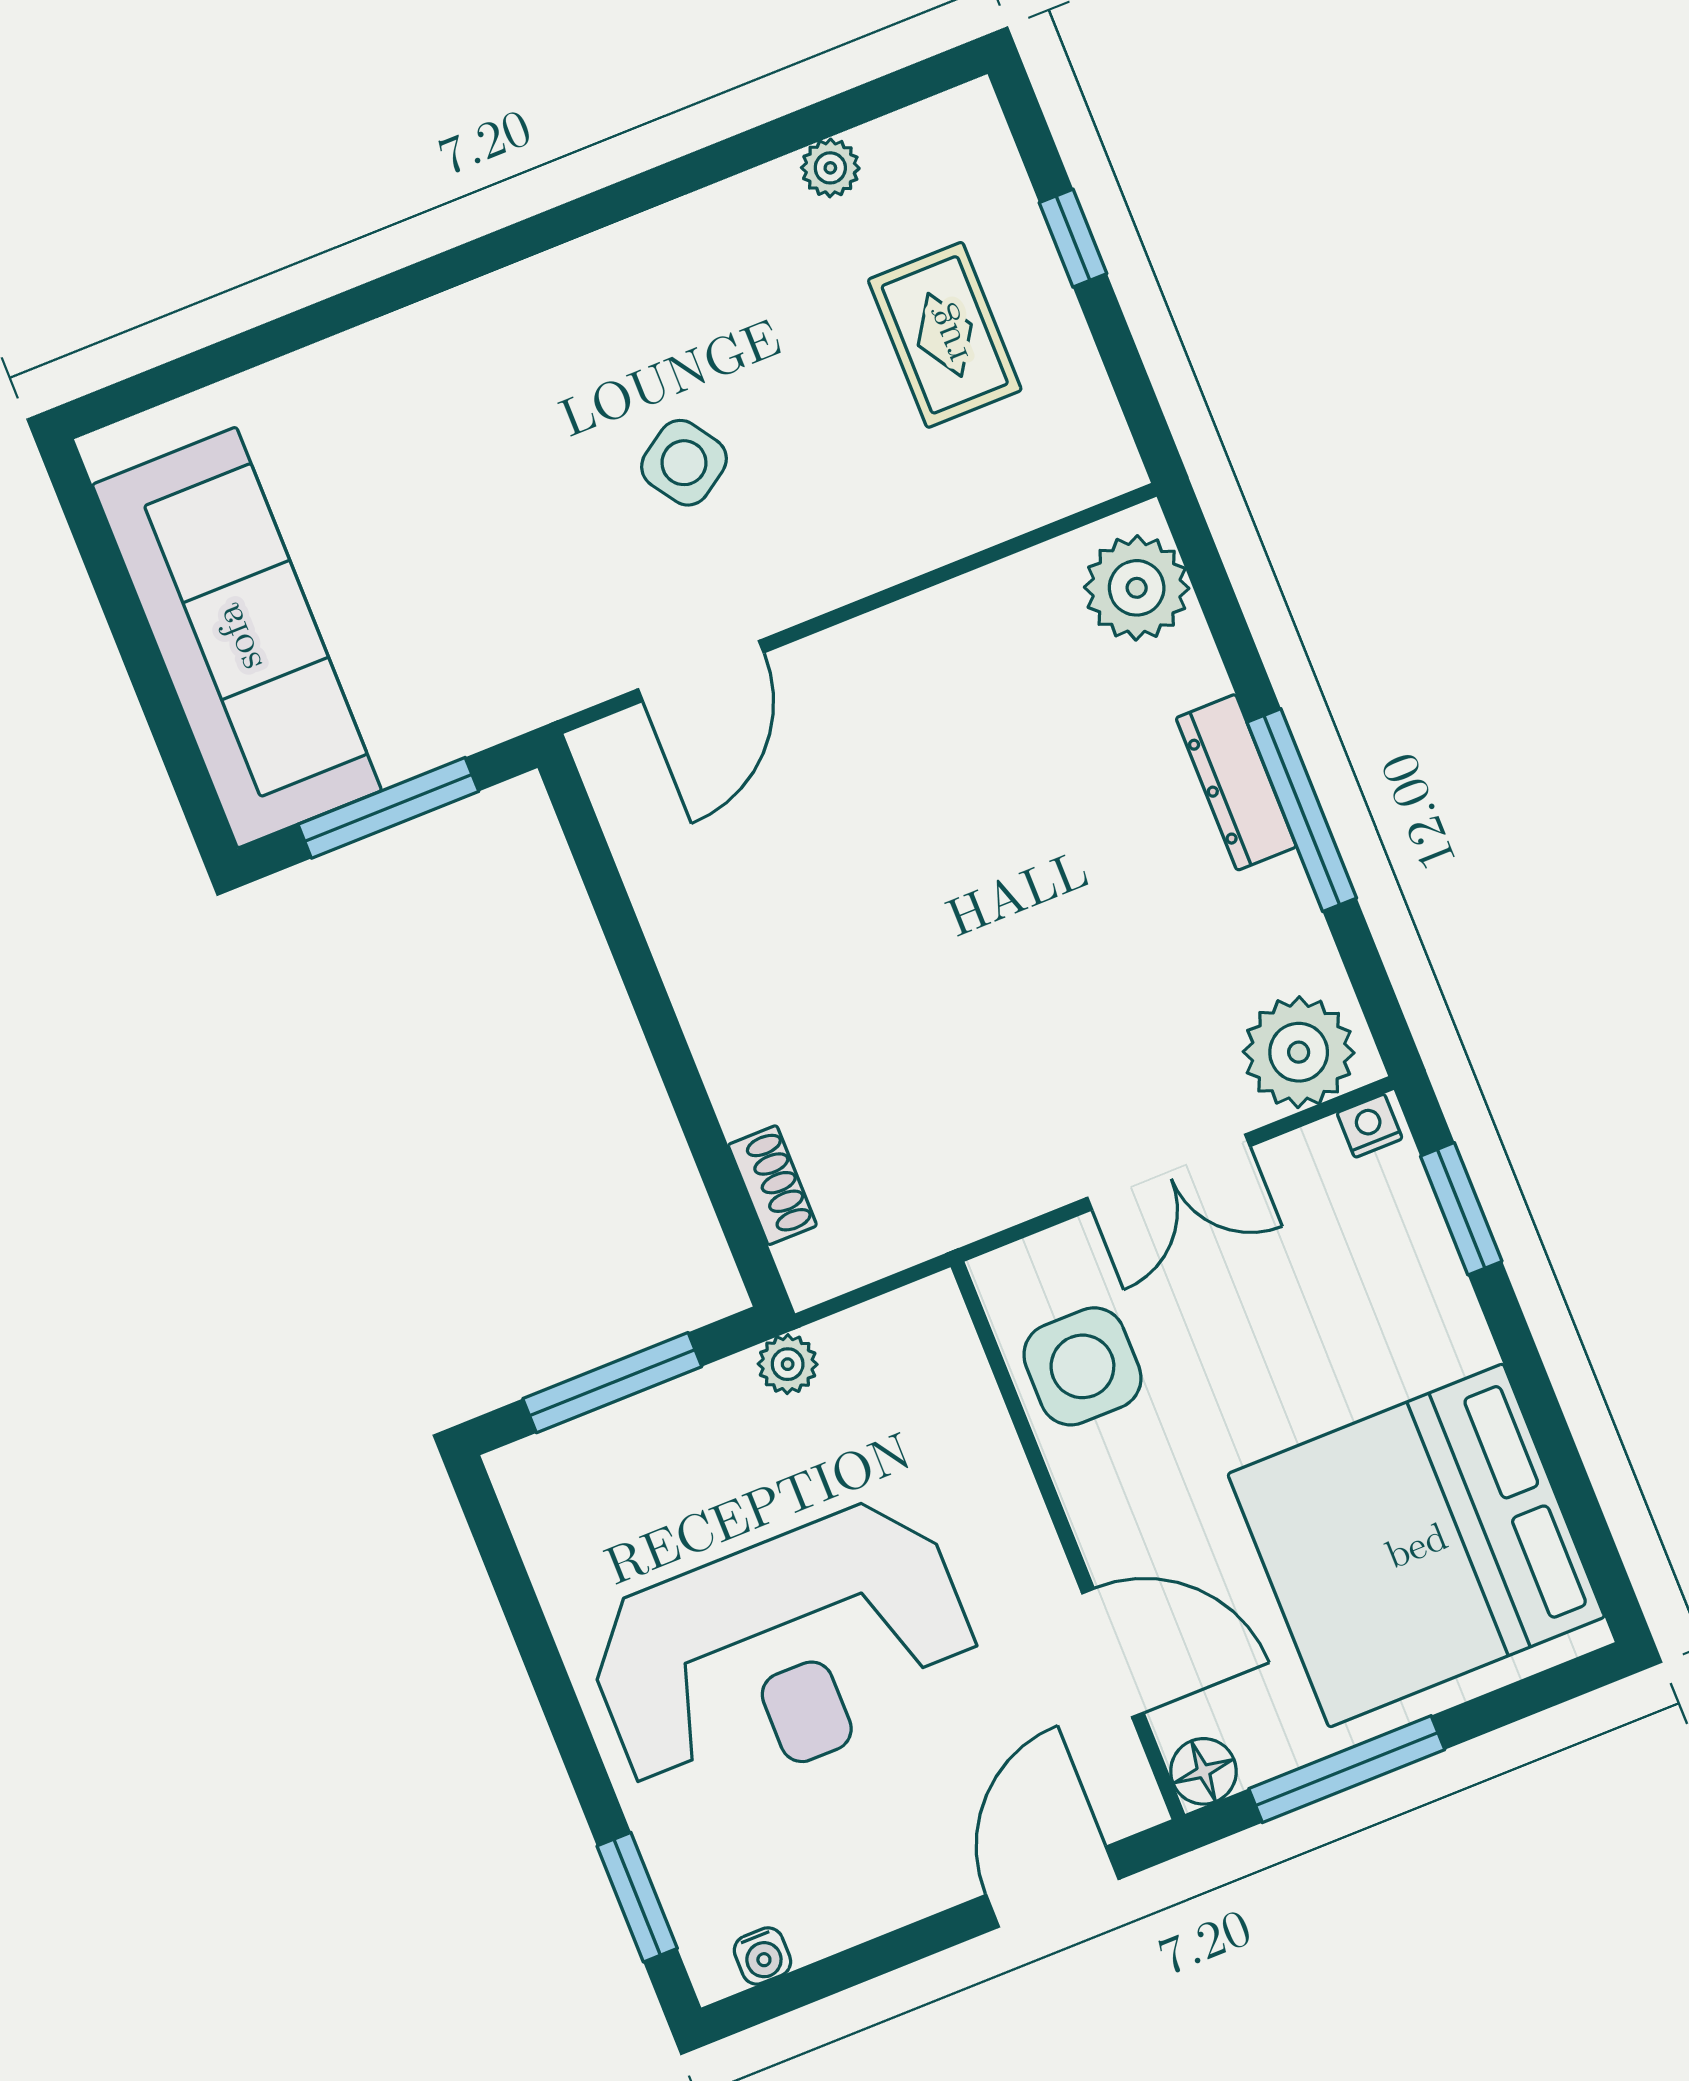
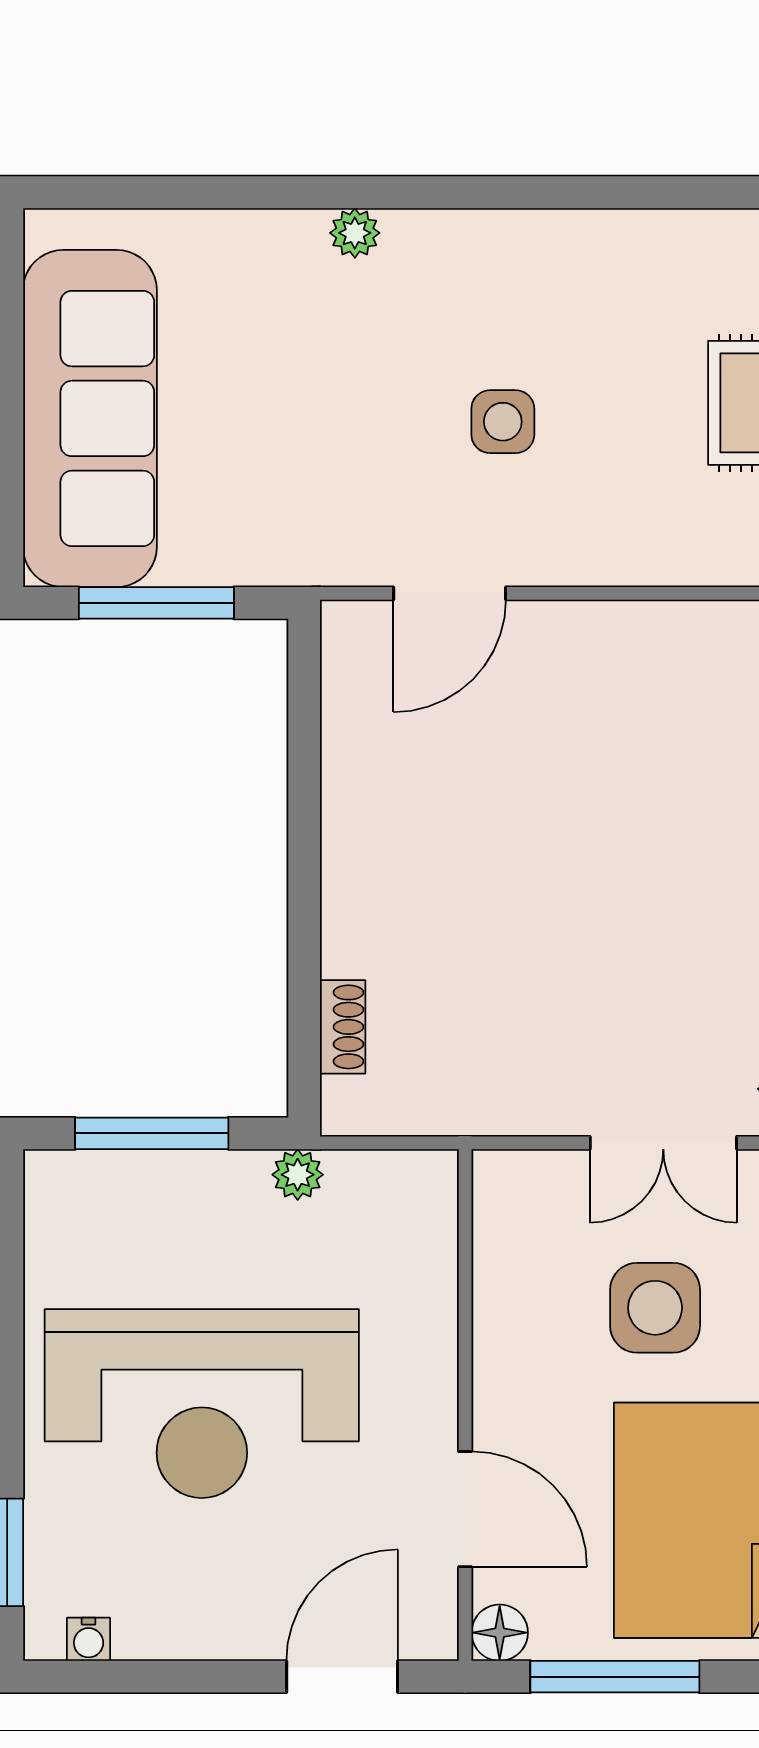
plant: (830, 168) -> (355, 233), moved
side table: (684, 463) -> (503, 422), turned 34
side table: (1082, 1366) -> (655, 1308), moved

